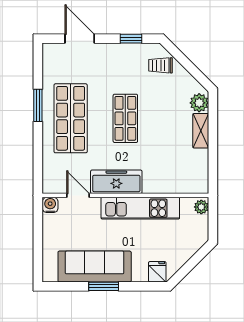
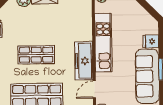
fridge: (157, 272) -> (151, 41), moved

